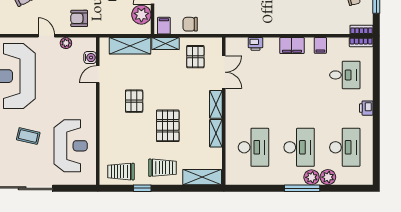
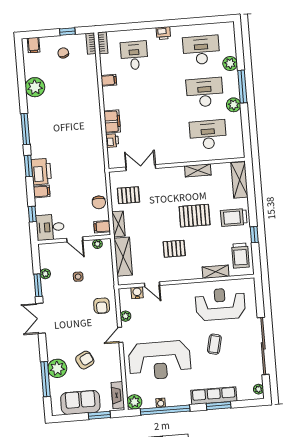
plant: (141, 15) -> (97, 244), width x0.53, depth x0.53
filing cabinet: (292, 46) -> (112, 121), moved
shelving: (216, 104) -> (216, 272), moved
trolley: (162, 168) -> (234, 217), turned -90
plant: (312, 177) -> (234, 105), moved

